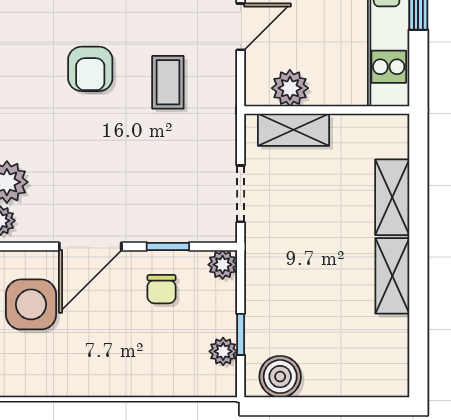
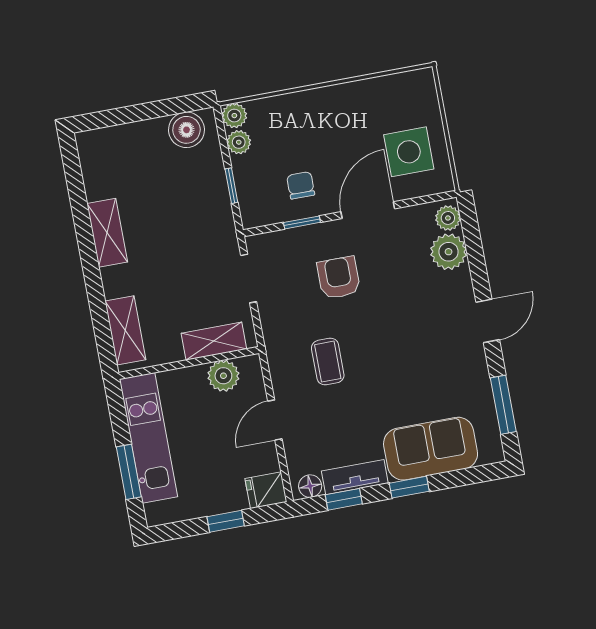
armchair: (90, 69) -> (339, 278), moved
shelving: (392, 197) -> (125, 330), moved
plant: (223, 265) -> (234, 116), moved
window: (241, 334) -> (231, 186), moved

